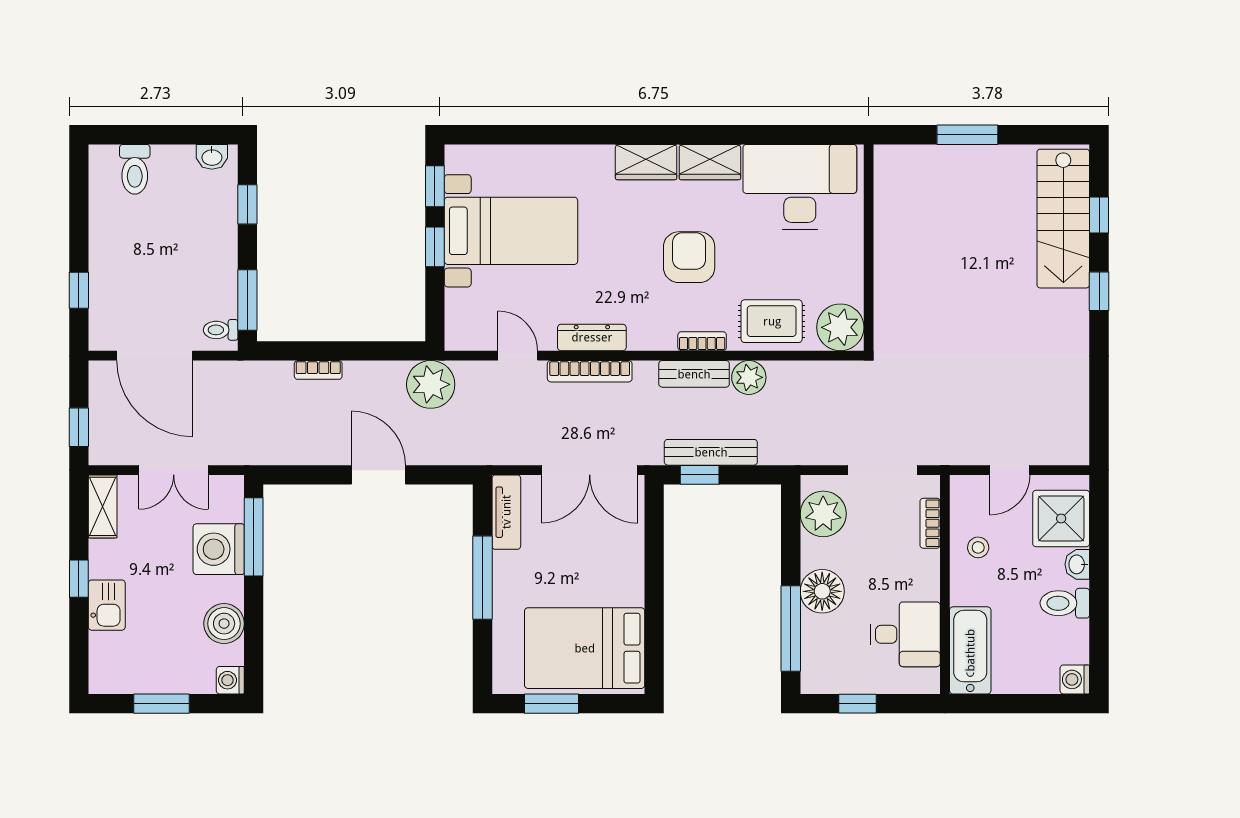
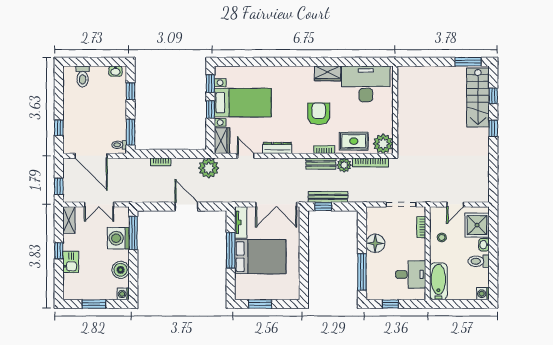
window: (967, 135) -> (468, 62), moved
wardrobe: (646, 162) -> (222, 141), moved, turned -90
bookcase: (590, 371) -> (370, 162), moved
plant: (823, 514) -> (376, 223), removed
floor lamp: (822, 591) -> (375, 243), moved
bed: (585, 648) -> (260, 257), moved, turned 180

